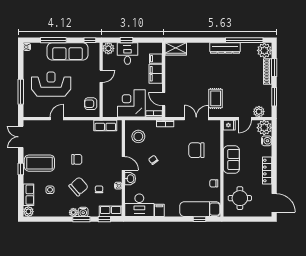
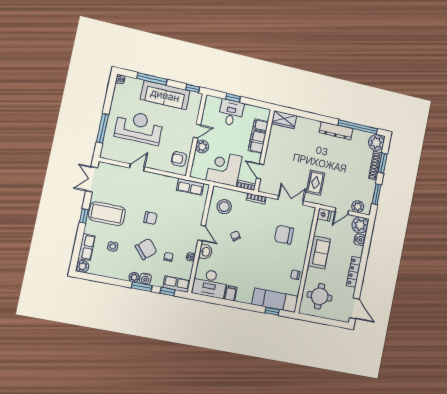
plant: (108, 48) -> (202, 147), moved

